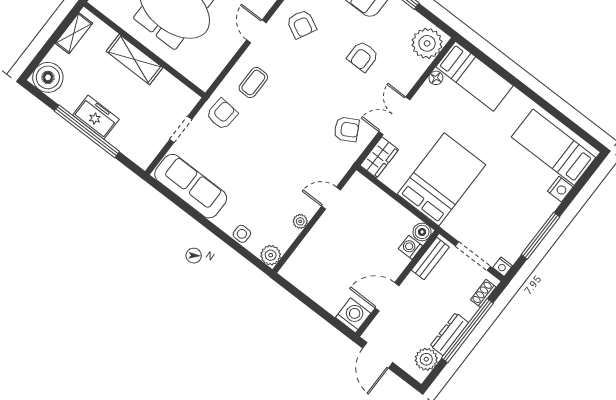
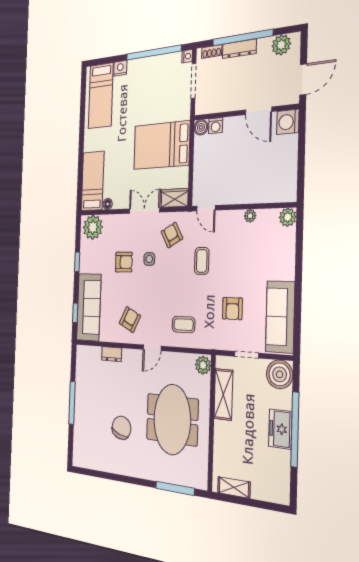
shelving: (134, 59) -> (223, 394), moved
boiler: (48, 77) -> (280, 374), moved
plant: (202, 77) -> (203, 365), added
armchair: (222, 114) -> (232, 309), moved, turned -95
double door: (394, 116) -> (144, 211), swing flipped
coffee table: (298, 144) -> (202, 261), added
door: (331, 198) -> (206, 208), moved
side table: (242, 234) -> (149, 259), moved
window: (541, 236) -> (154, 52), width x1.46
bench: (430, 258) -> (214, 106), removed
dresser: (449, 334) -> (239, 49), moved

